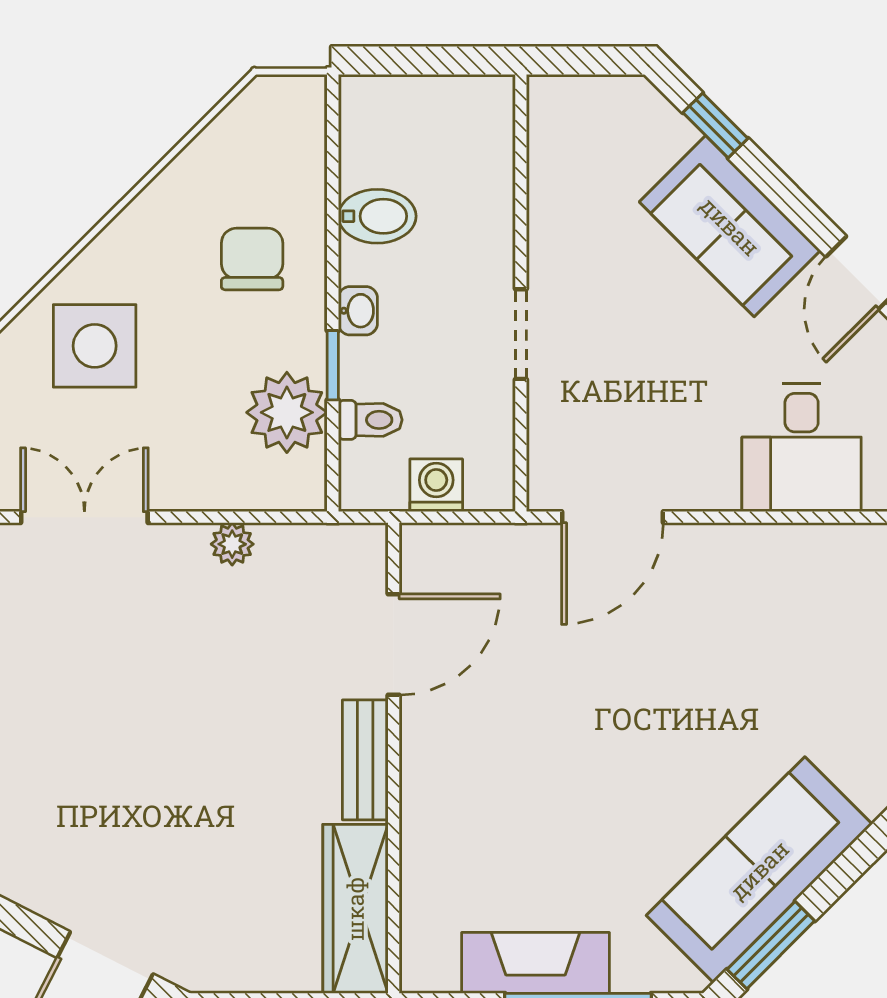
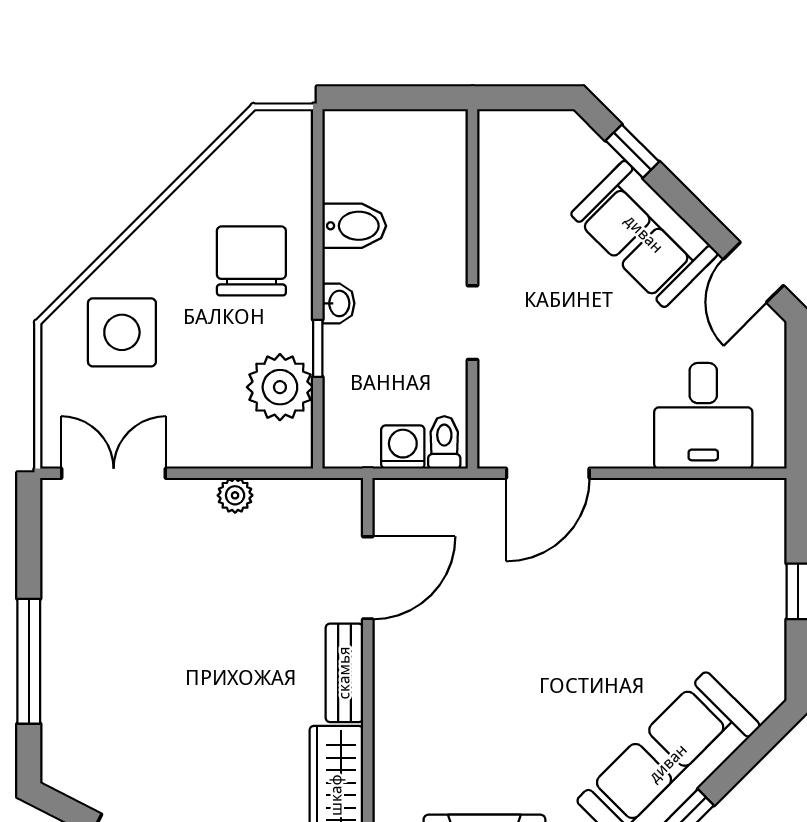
chair: (252, 259) -> (251, 261), width x1.37, depth x1.37
toilet: (370, 420) -> (444, 442), moved, turned -90

